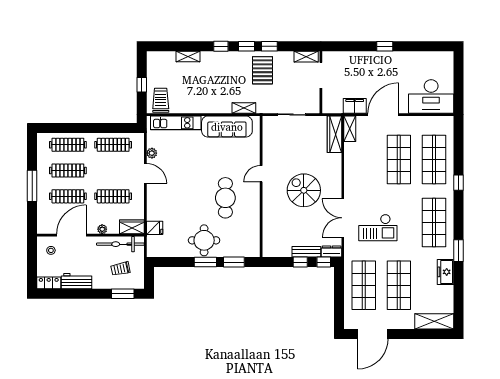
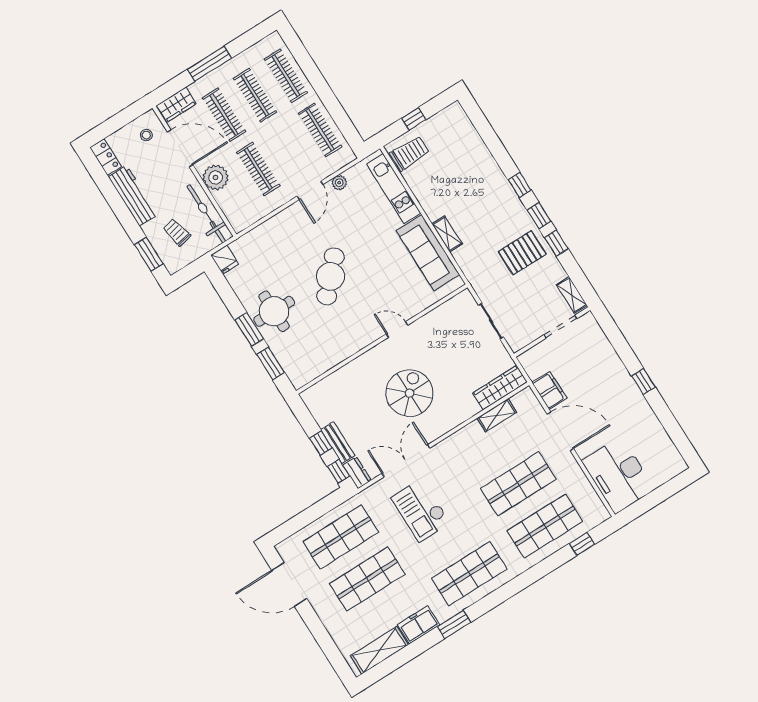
shelving: (188, 57) -> (483, 153), removed
shelving: (244, 108) -> (447, 234), moved
shelving: (350, 129) -> (497, 415), moved
window: (459, 183) -> (582, 544), moved
cafe table: (225, 198) -> (330, 276), moved, turned -47
wardrobe: (132, 227) -> (176, 105), moved, turned 90
fridge: (155, 228) -> (225, 260), moved
plant: (102, 229) -> (216, 177), width x1.87, depth x1.87
workbench: (77, 281) -> (133, 196), width x1.38
shelving: (434, 321) -> (379, 650), moved, turned 90

